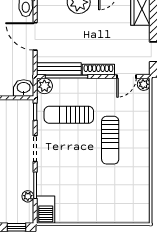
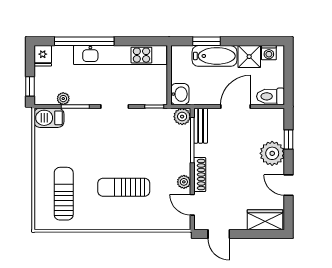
bench: (59, 69) -> (201, 126), width x0.73
plant: (144, 84) -> (184, 182), moved
sun lounger: (69, 115) -> (64, 194), moved

